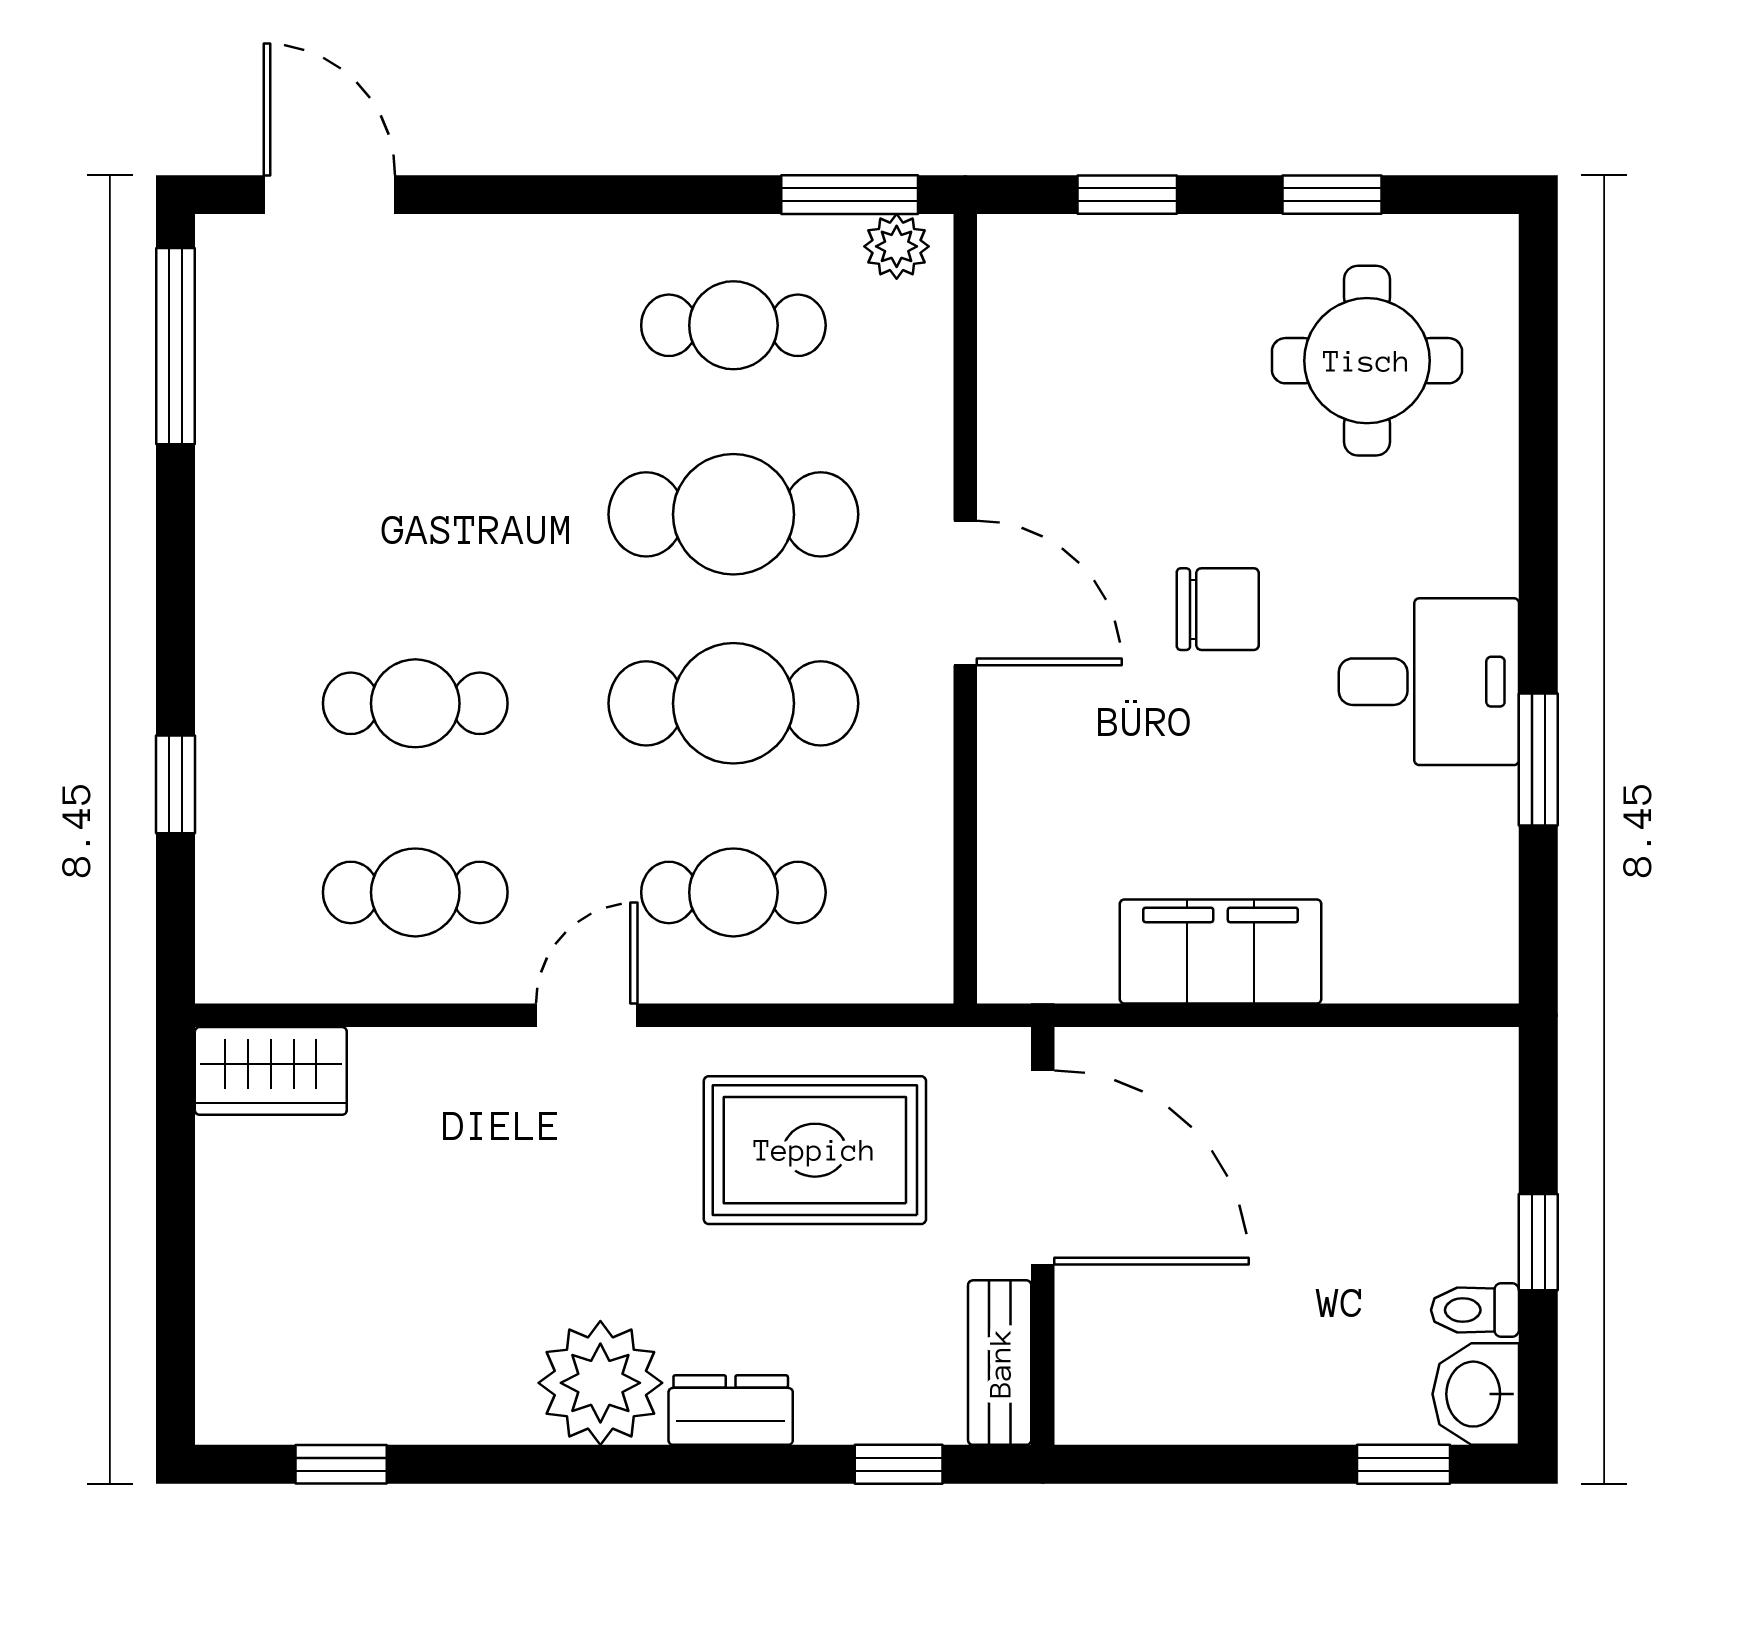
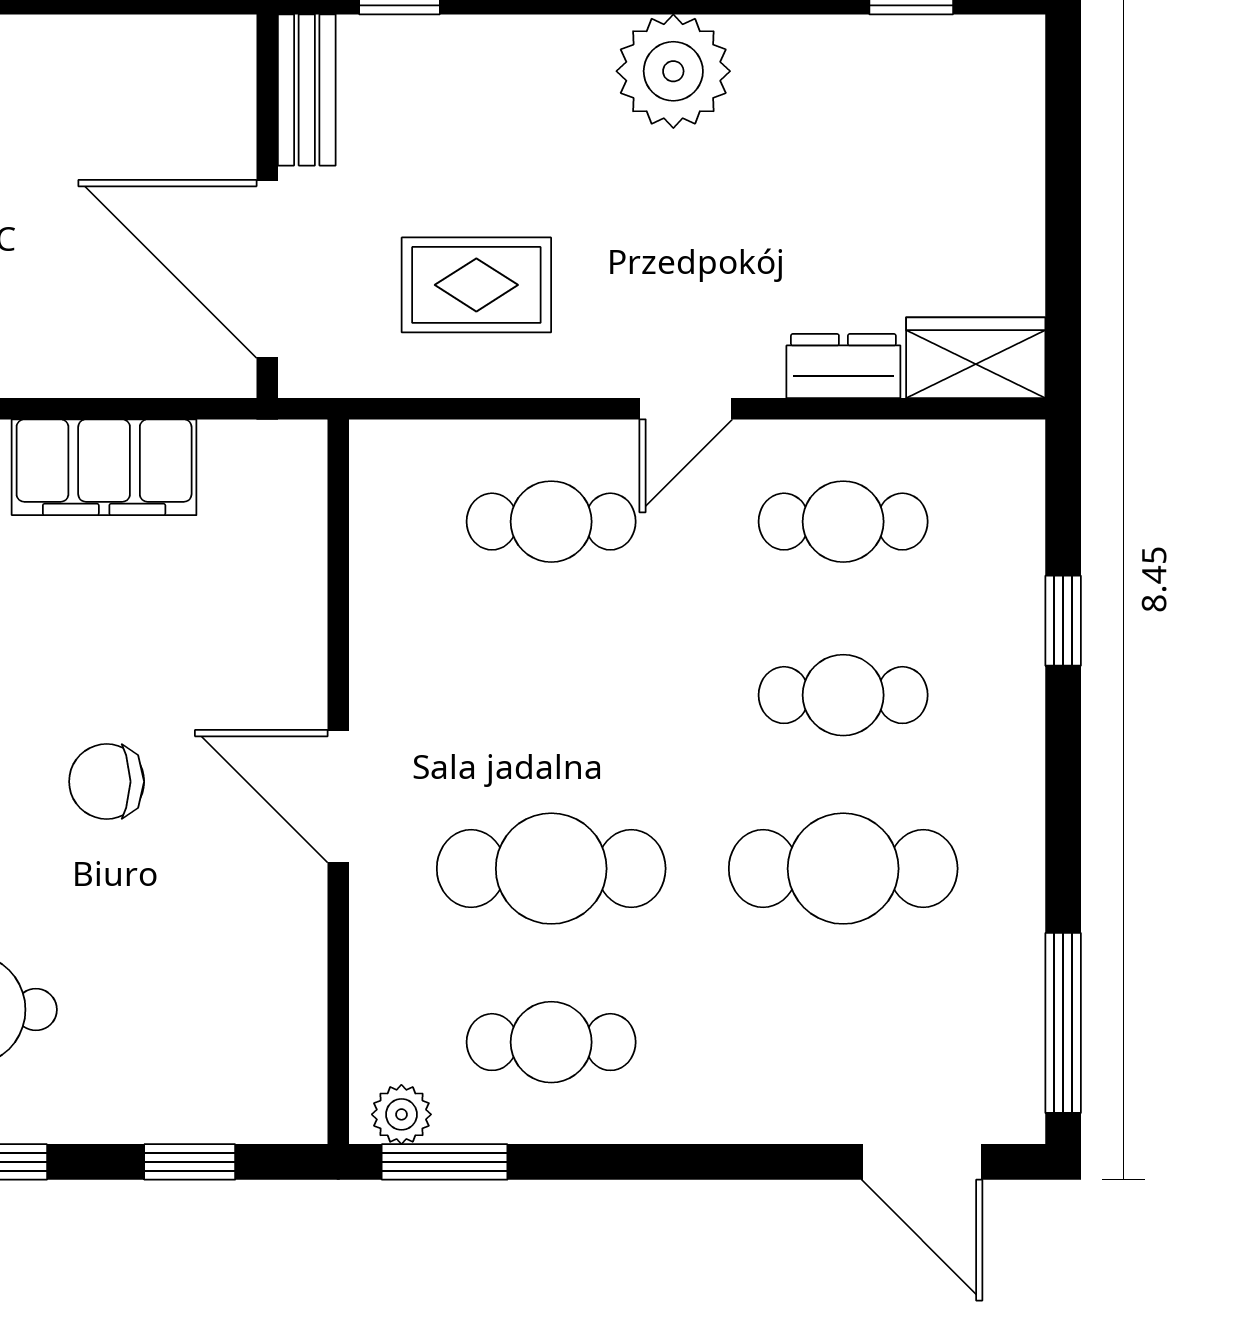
cafe table: (733, 703) -> (843, 869), moved
rug: (815, 1150) -> (476, 285), width x0.73, depth x0.70
dresser: (731, 1410) -> (843, 366), moved, turned 180

